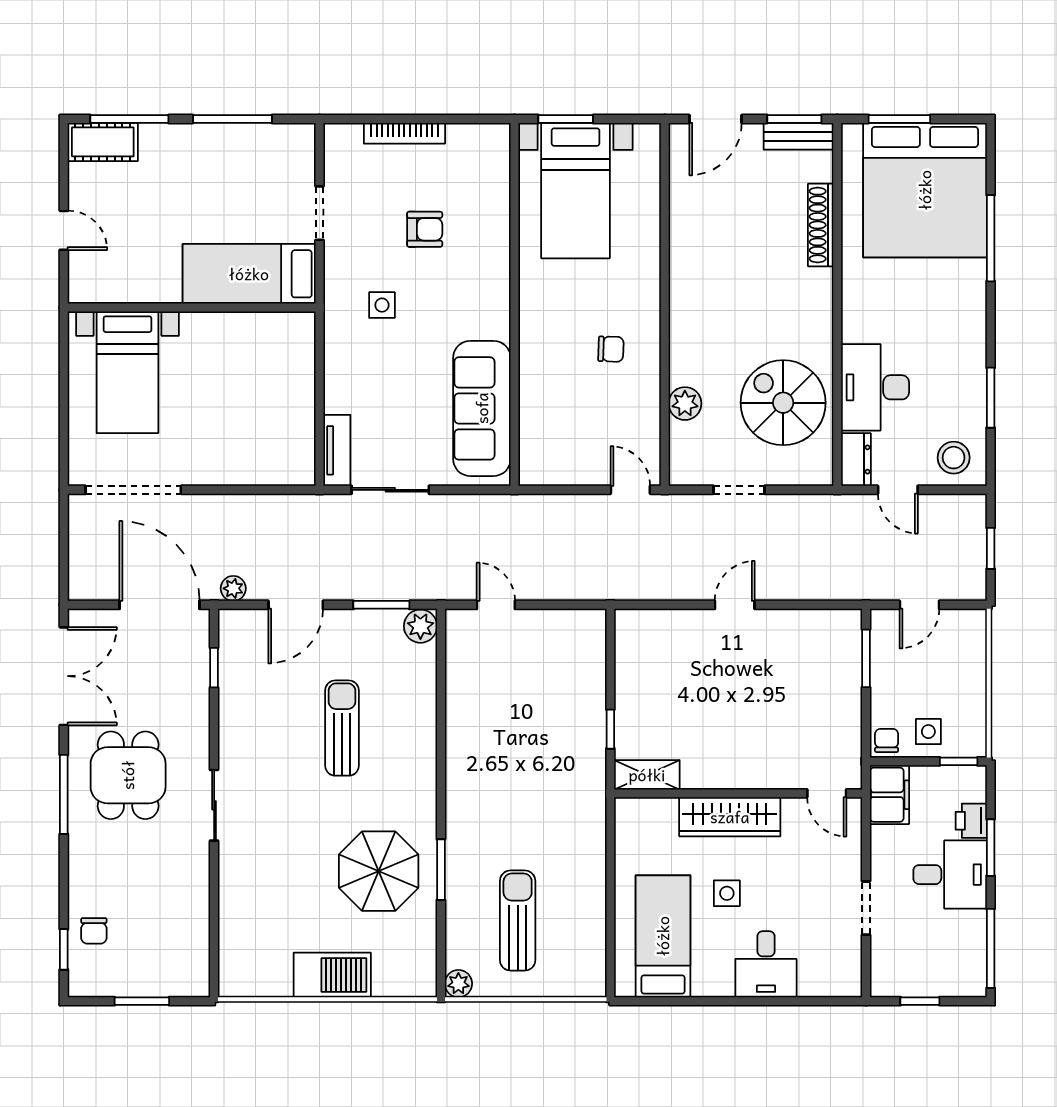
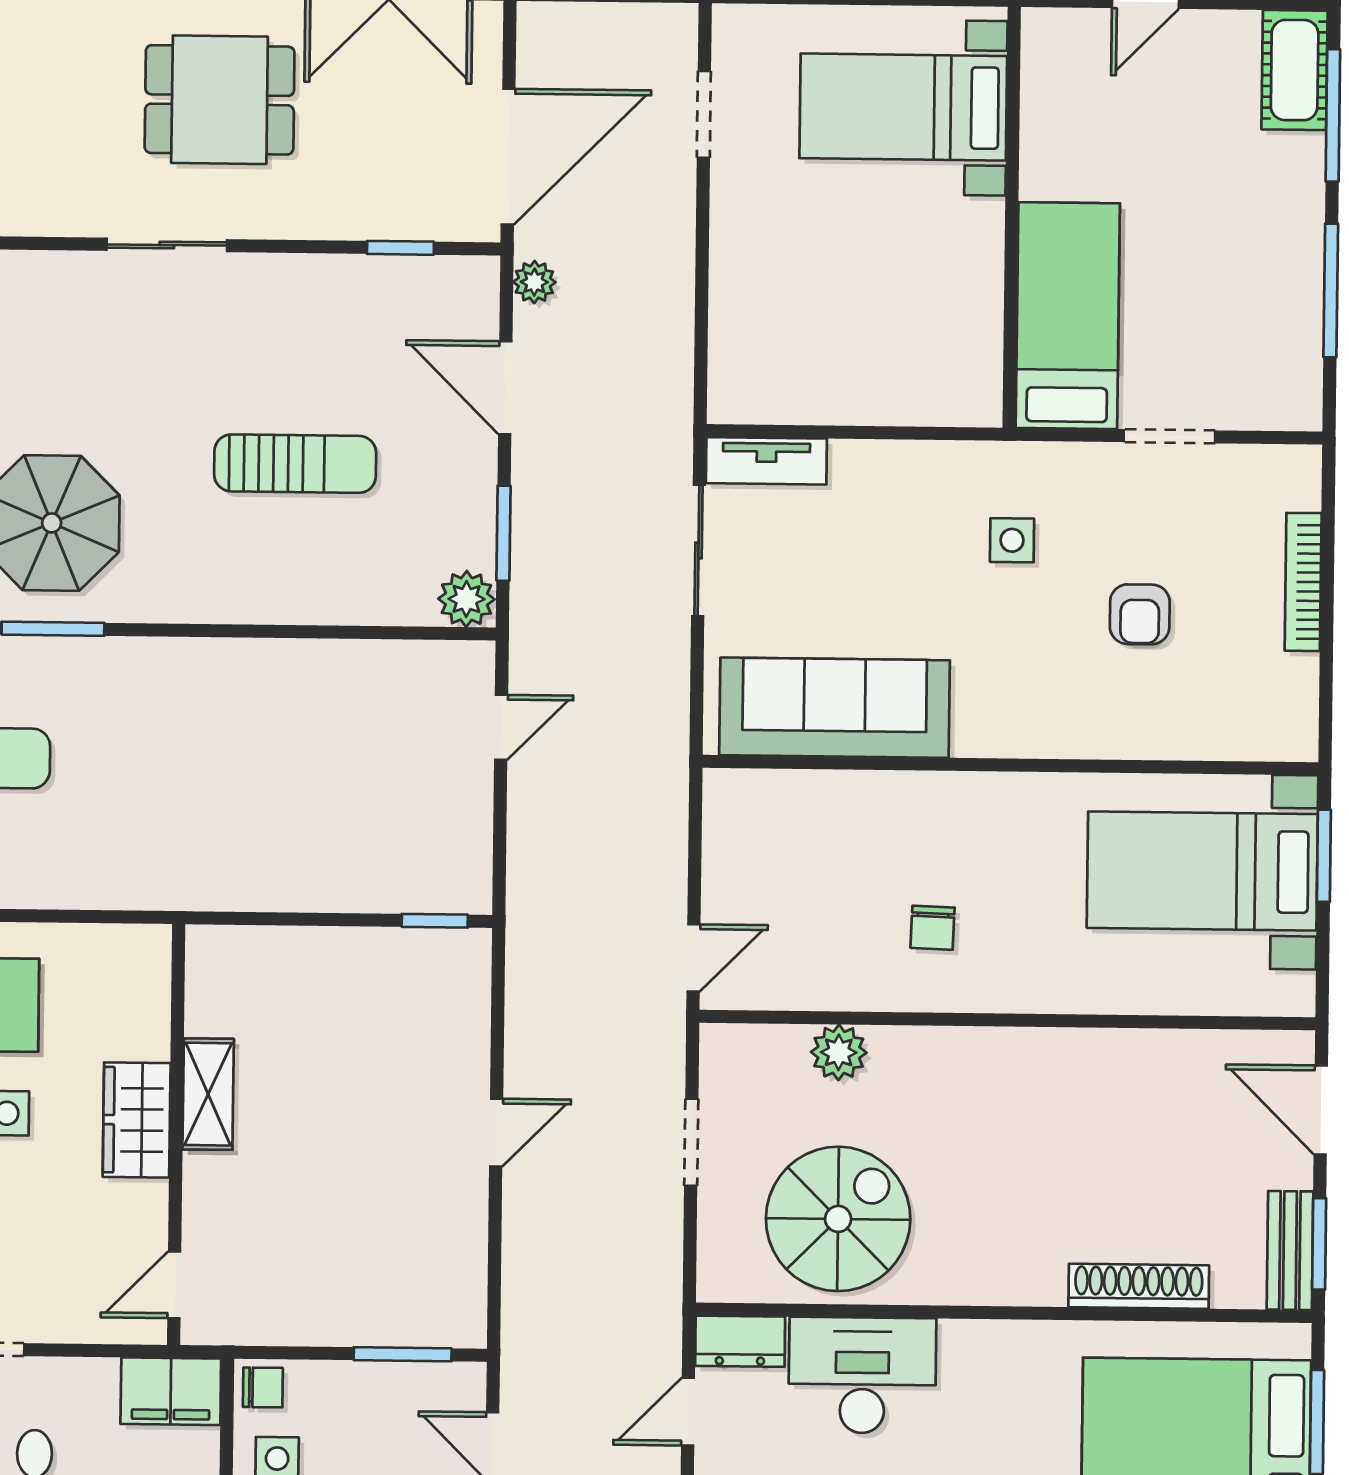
doorway: (133, 490) -> (704, 114), width x0.53
door: (735, 605) -> (496, 1133), hinge flipped
window: (610, 729) -> (435, 921), moved
shelving: (647, 775) -> (208, 1094), moved
wardrobe: (730, 817) -> (137, 1120), width x0.67

